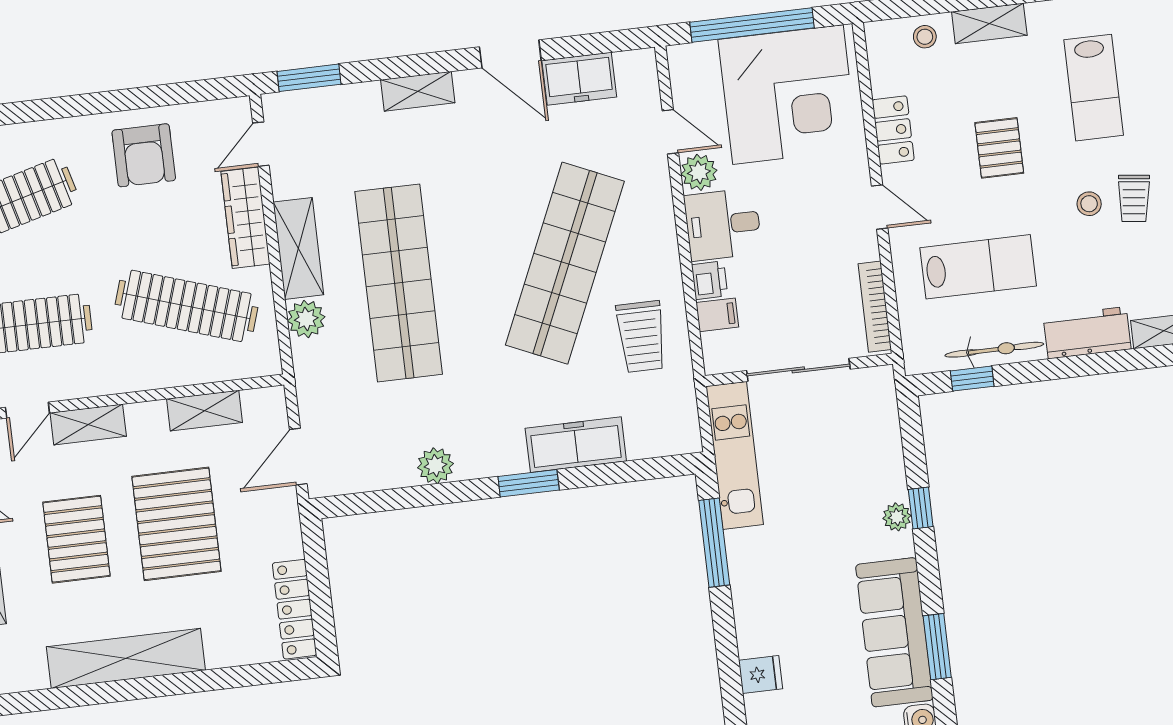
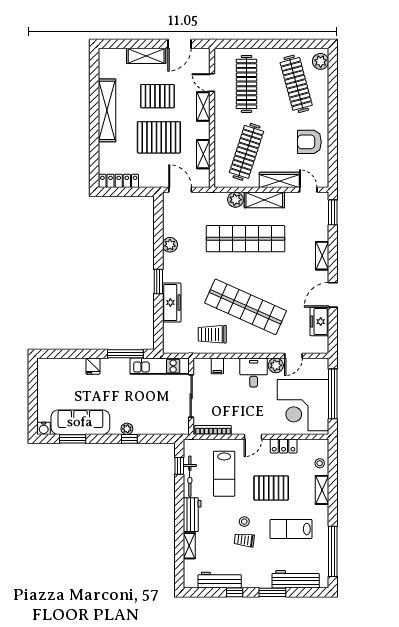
pallet: (999, 148) -> (271, 488), width x1.50, depth x1.42
printer: (709, 280) -> (232, 364), removed
fridge: (761, 674) -> (93, 366), moved

